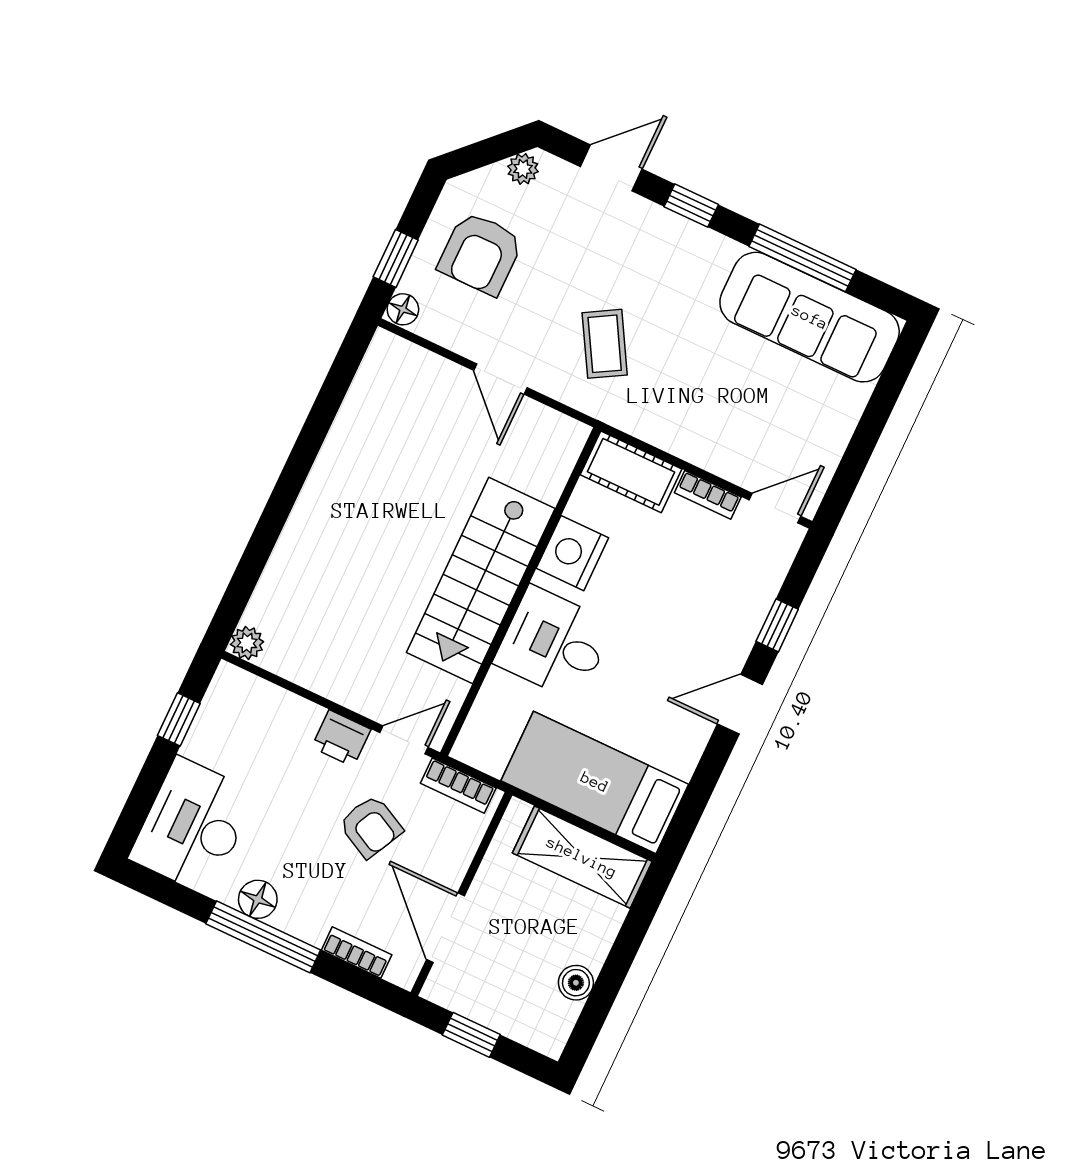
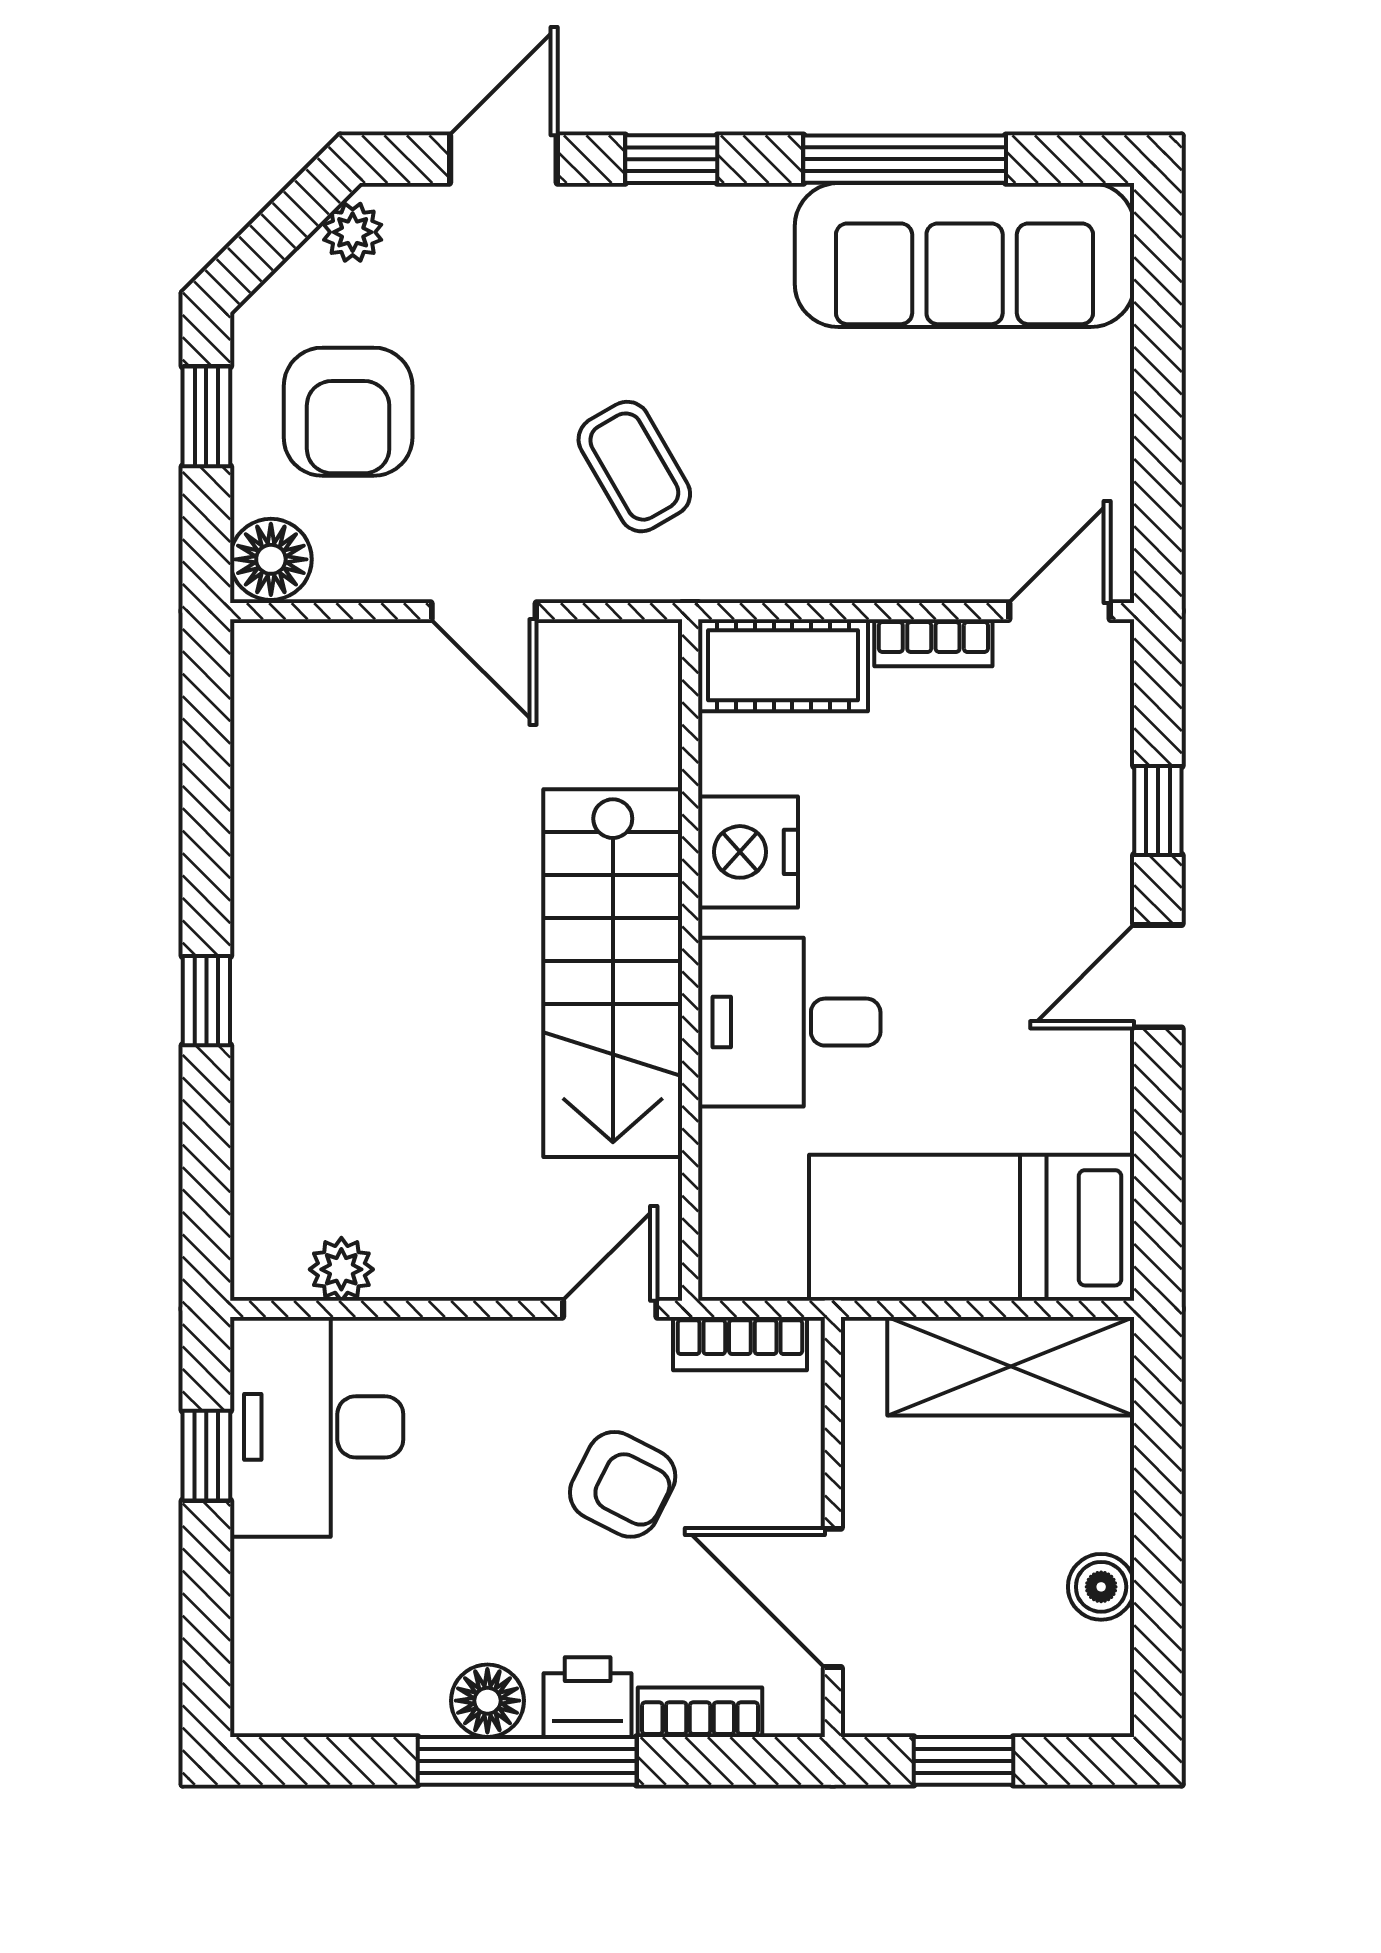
window: (396, 258) -> (206, 416), moved
floor lamp: (403, 309) -> (271, 559), width x1.37, depth x1.37
window: (281, 502) -> (206, 1001), added
plant: (247, 643) -> (341, 1269), moved
printer: (341, 738) -> (588, 1697), moved, turned 180
desk: (193, 826) -> (317, 1427), moved

